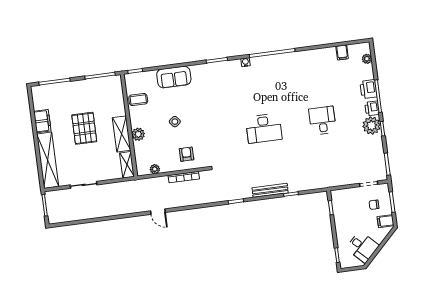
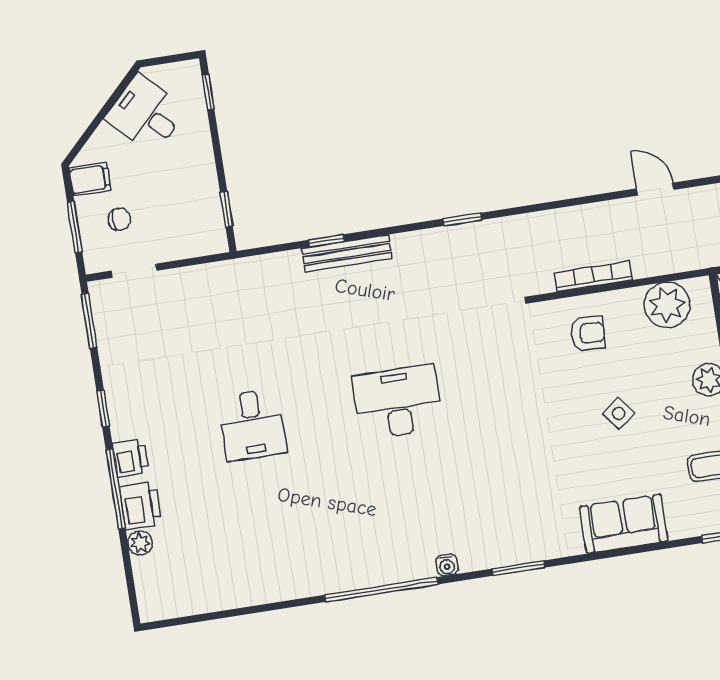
filing cabinet: (342, 52) -> (208, 595), removed
plant: (367, 59) -> (140, 543), moved
plant: (372, 126) -> (130, 415), removed
armchair: (187, 154) -> (588, 333), turned -87
plant: (155, 169) -> (667, 305), width x1.87, depth x1.87
bench: (270, 190) -> (347, 253), moved

